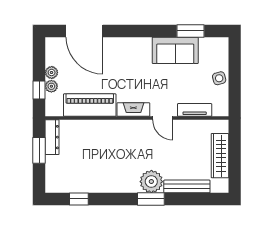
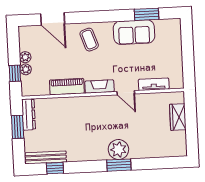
door: (84, 31) -> (53, 19), width x0.73
coffee table: (124, 56) -> (89, 40), added
side table: (219, 78) -> (174, 55), removed
piano: (90, 105) -> (67, 87), width x0.73, depth x0.75
wardrobe: (220, 156) -> (178, 117), width x0.67
bench: (187, 186) -> (46, 157), moved

